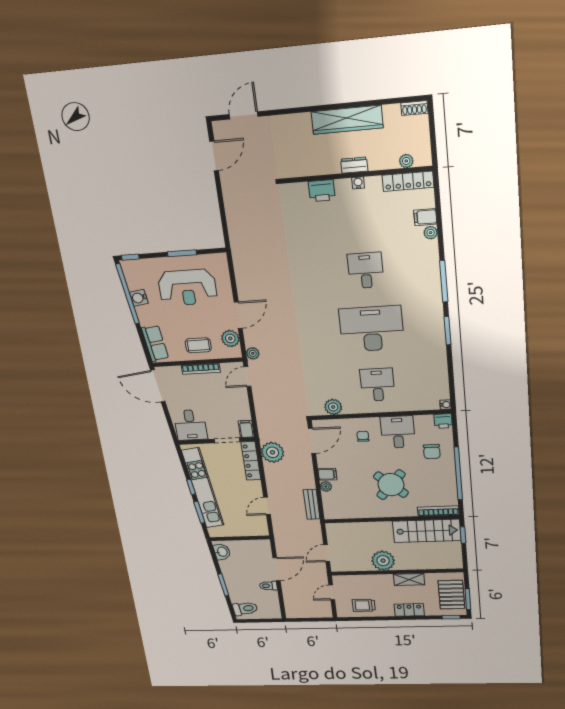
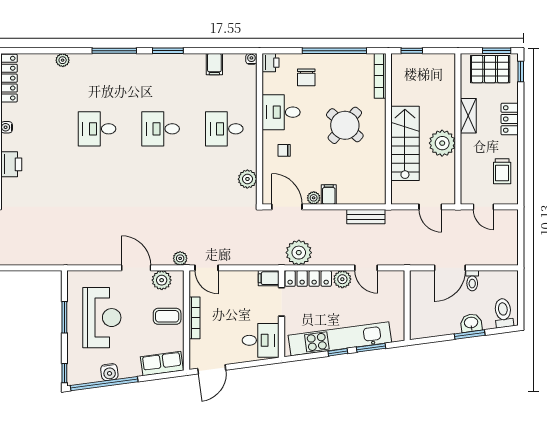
filing cabinet: (425, 217) -> (214, 64), moved
desk: (372, 329) -> (161, 129), width x0.53, depth x0.77
coffee table: (198, 345) -> (167, 316), turned 90
door: (158, 386) -> (212, 369), width x0.73
chair: (432, 452) -> (306, 77), turned 90
plant: (326, 486) -> (314, 198), moved
plant: (254, 488) -> (342, 279), added
stairs: (427, 531) -> (405, 143), moved
washbasin: (222, 552) -> (471, 323), moved
door: (277, 569) -> (450, 268), swing flipped

